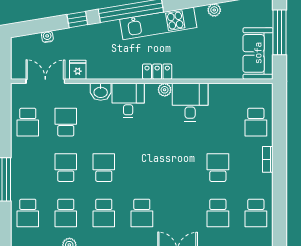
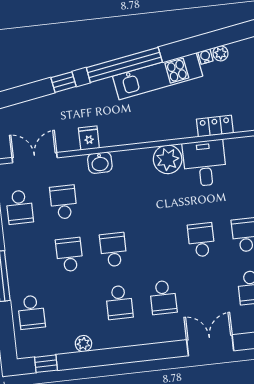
water cooler: (47, 37) -> (205, 56), moved
fridge: (78, 70) -> (89, 138), moved
locker: (157, 72) -> (215, 126), moved
plant: (165, 90) -> (168, 159), width x1.88, depth x1.88
desk: (128, 100) -> (133, 169), removed
school desk: (66, 213) -> (201, 240), moved, turned 180

